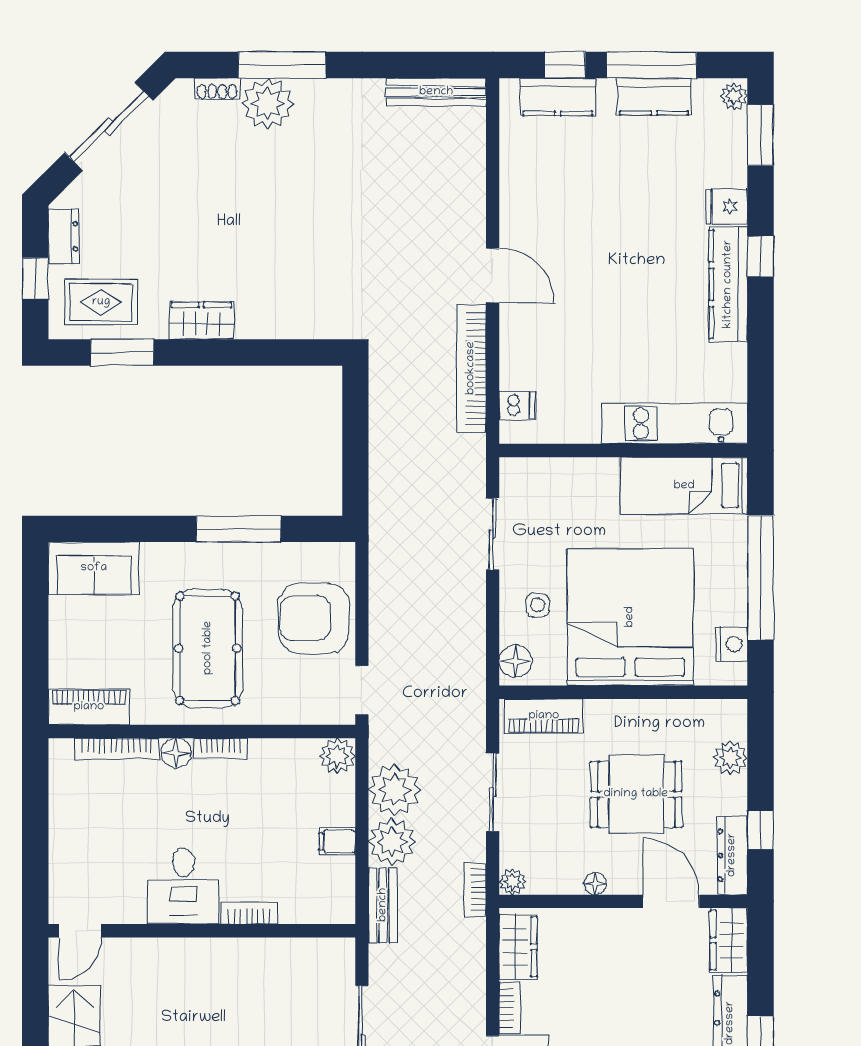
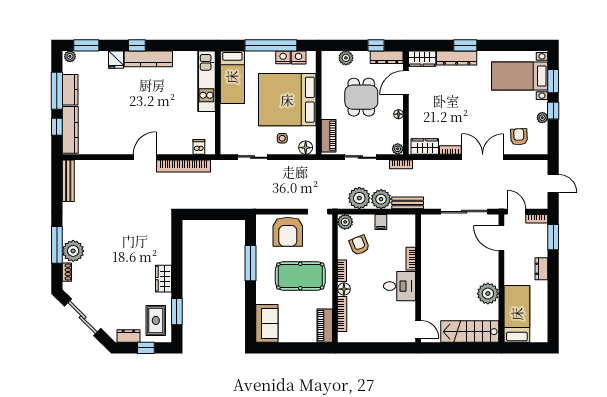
kitchen counter: (558, 97) -> (70, 130), width x1.50
nightstand: (732, 607) -> (283, 57), added
armchair: (282, 790) -> (359, 245), added

